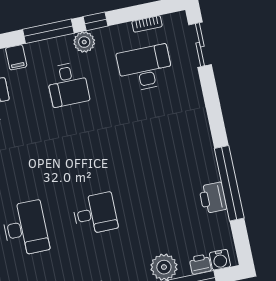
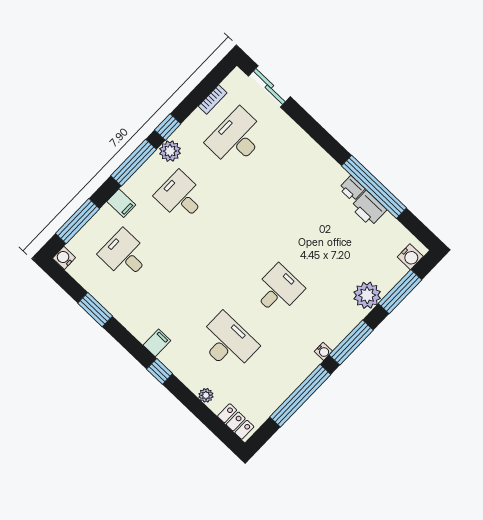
desk: (68, 84) -> (180, 196), turned 180
printer: (200, 264) -> (352, 189), moved, turned -90

